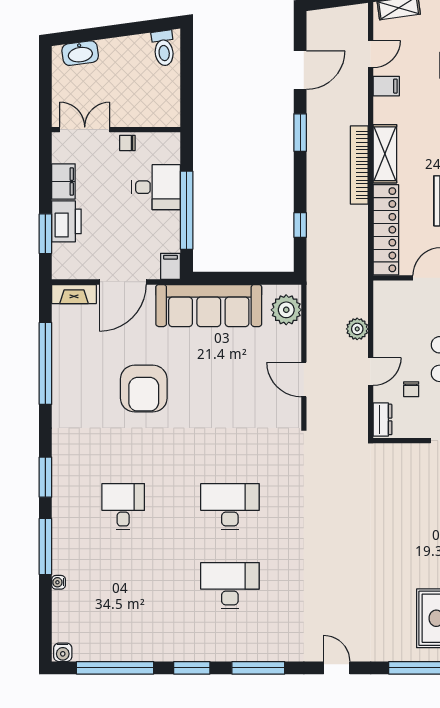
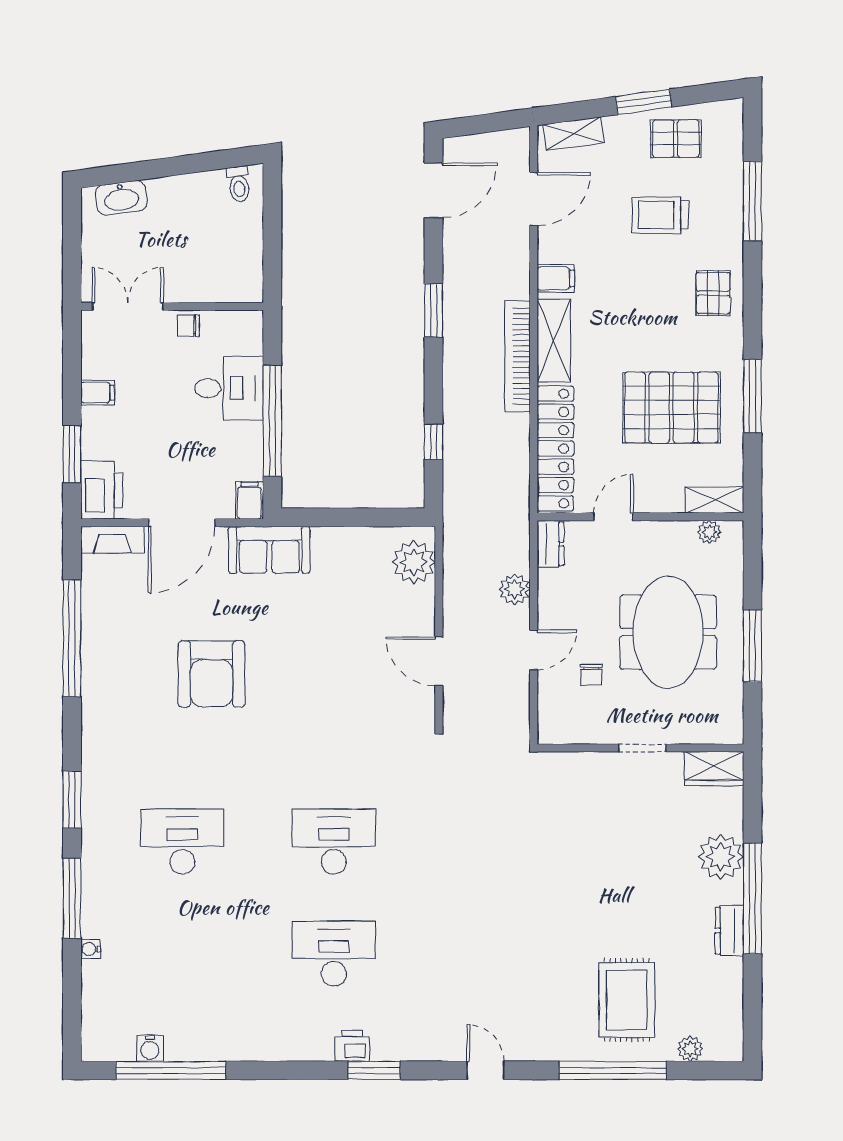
toilet: (164, 48) -> (239, 184), width x0.73, depth x0.72
door: (371, 54) -> (534, 199), width x1.38
door: (300, 70) -> (434, 190), moved
filing cabinet: (386, 86) -> (556, 278), moved
filing cabinet: (63, 181) -> (98, 393), width x0.50
printer: (66, 221) -> (102, 490), moved
sofa: (209, 306) -> (269, 550), width x0.54, depth x0.79
dresser: (383, 419) -> (550, 544), moved
desk: (123, 507) -> (182, 842), width x1.37
printer: (243, 651) -> (352, 1046), added
water cooler: (63, 652) -> (150, 1048), moved
window: (192, 668) -> (280, 1070), removed
window: (258, 668) -> (374, 1070), width x0.69

